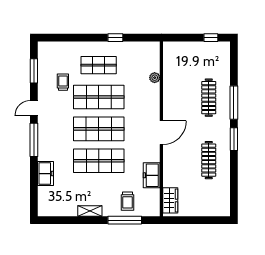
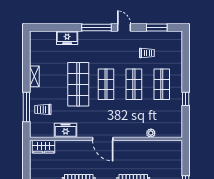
shop shelf: (99, 97) -> (134, 84), width x0.70, depth x0.74
shop shelf: (99, 129) -> (106, 84), width x0.70, depth x0.74

